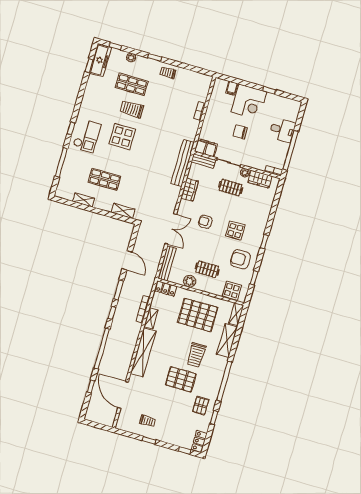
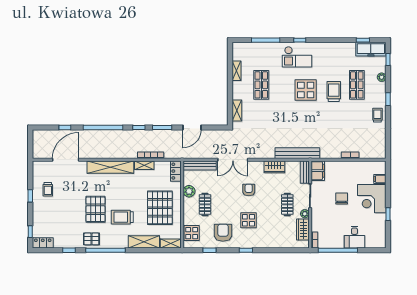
pallet: (201, 406) -> (91, 239), moved

